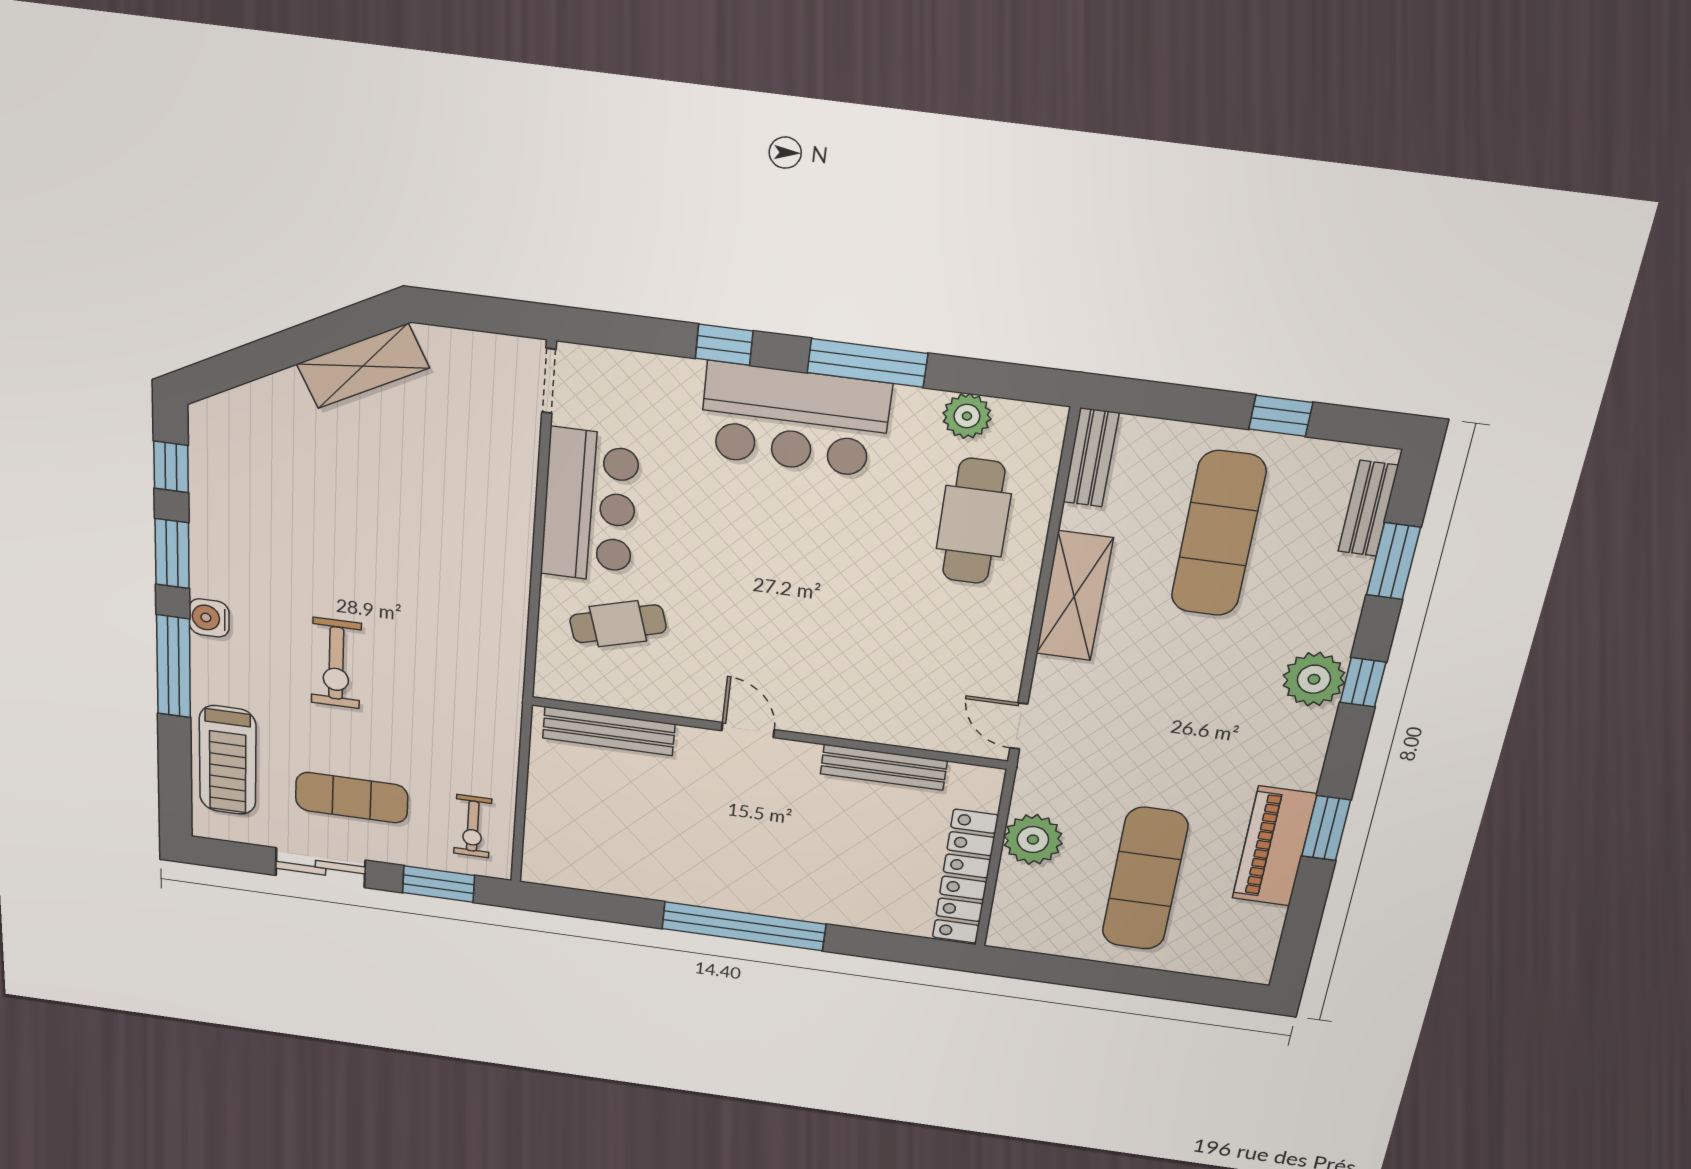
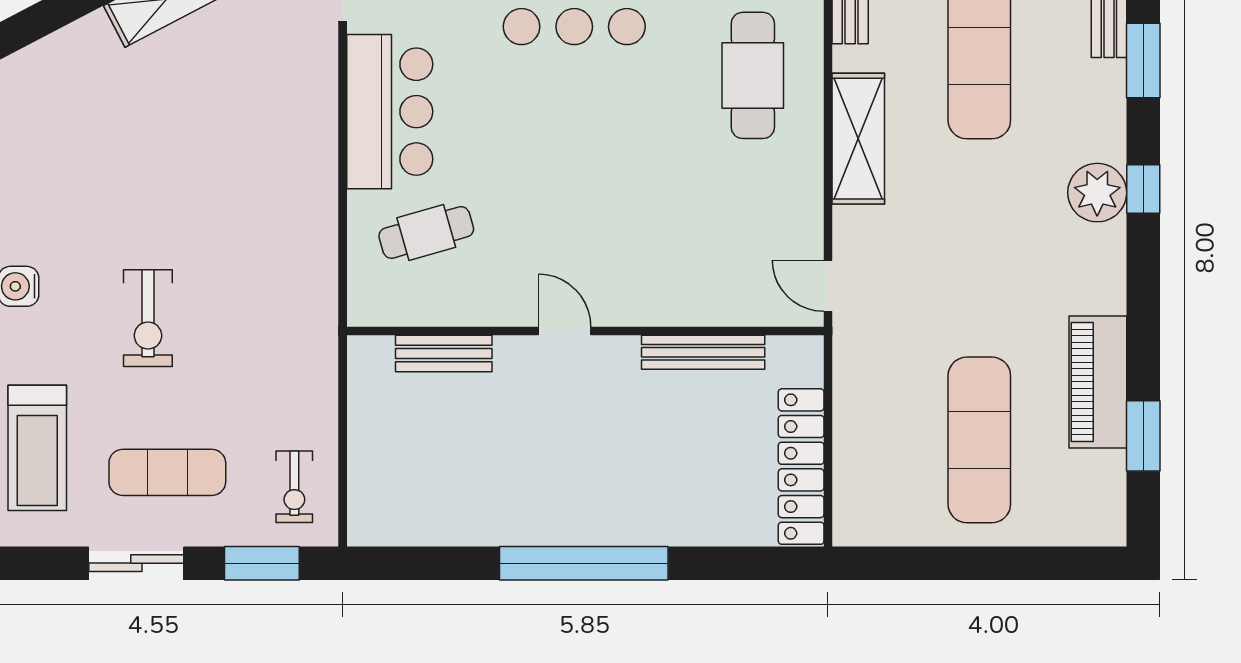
bench: (609, 731) -> (444, 353), width x0.73
window: (1326, 828) -> (1143, 436), moved
plant: (1033, 840) -> (862, 412), removed

